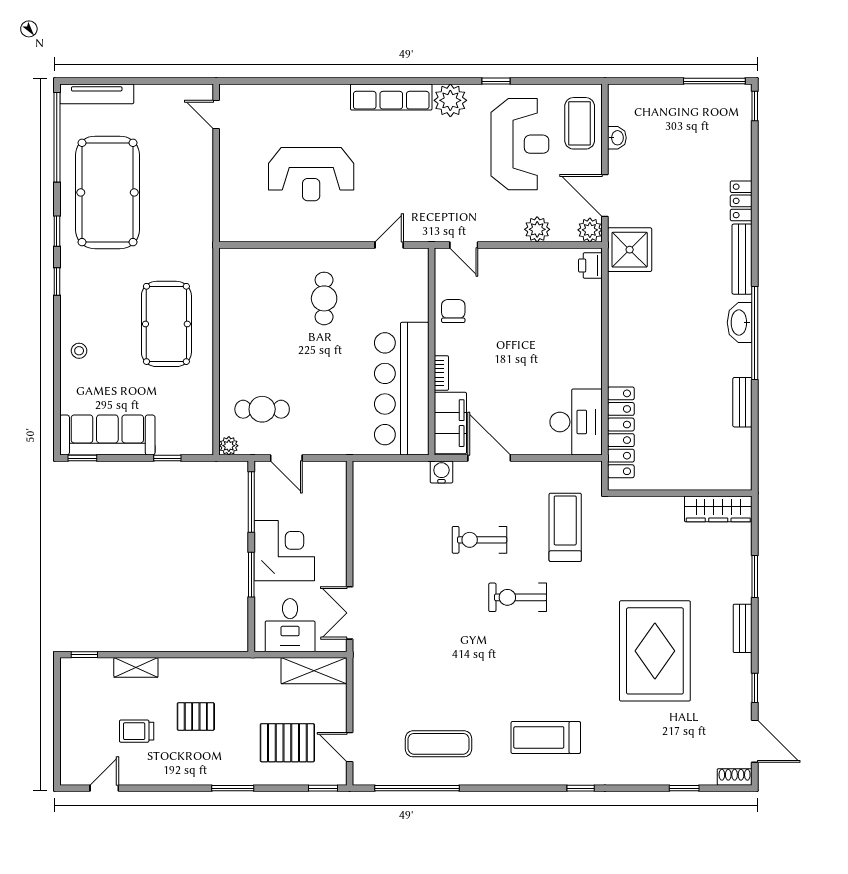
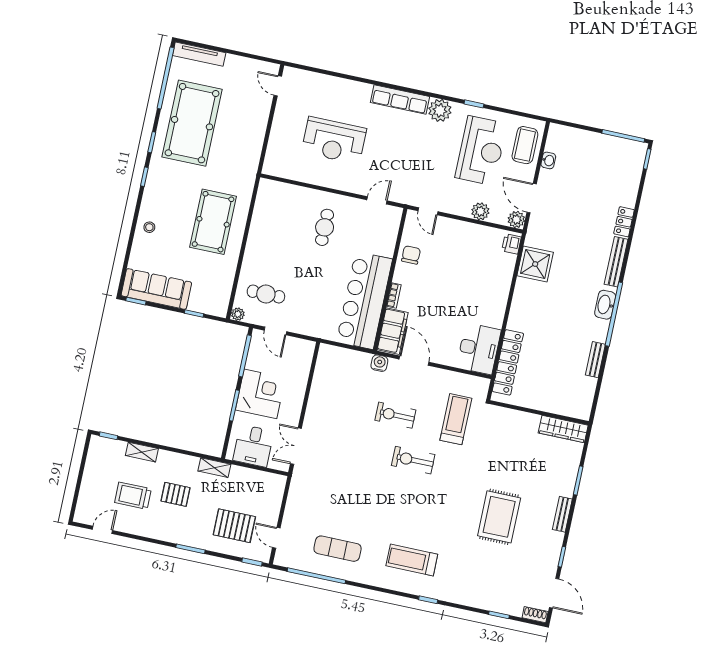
shower: (630, 250) -> (535, 264), moved
rug: (655, 651) -> (499, 517), width x0.73, depth x0.69
shelving: (314, 671) -> (214, 468), moved, width x0.67, depth x0.75
trolley: (137, 731) -> (133, 496), width x1.36, depth x1.39

